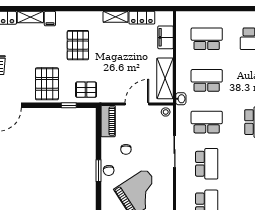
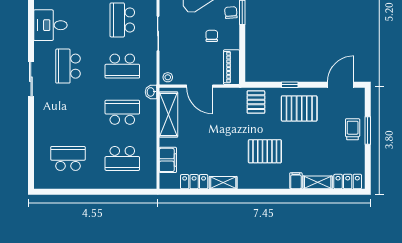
pallet: (78, 45) -> (265, 151), turned 90
school desk: (207, 80) -> (122, 112), turned 180
pallet: (47, 84) -> (299, 108), turned 90
pallet: (86, 90) -> (256, 102), turned 90
door: (137, 104) -> (200, 86), hinge flipped
window: (69, 105) -> (290, 85), moved

